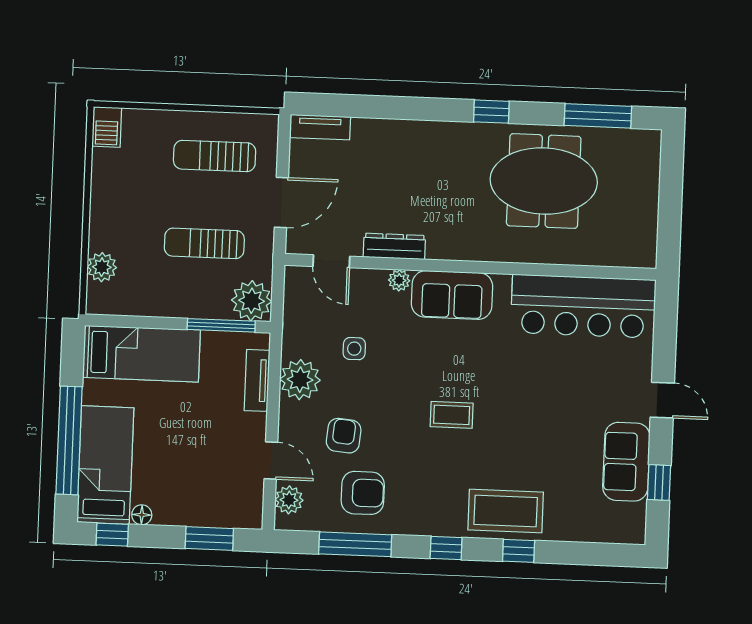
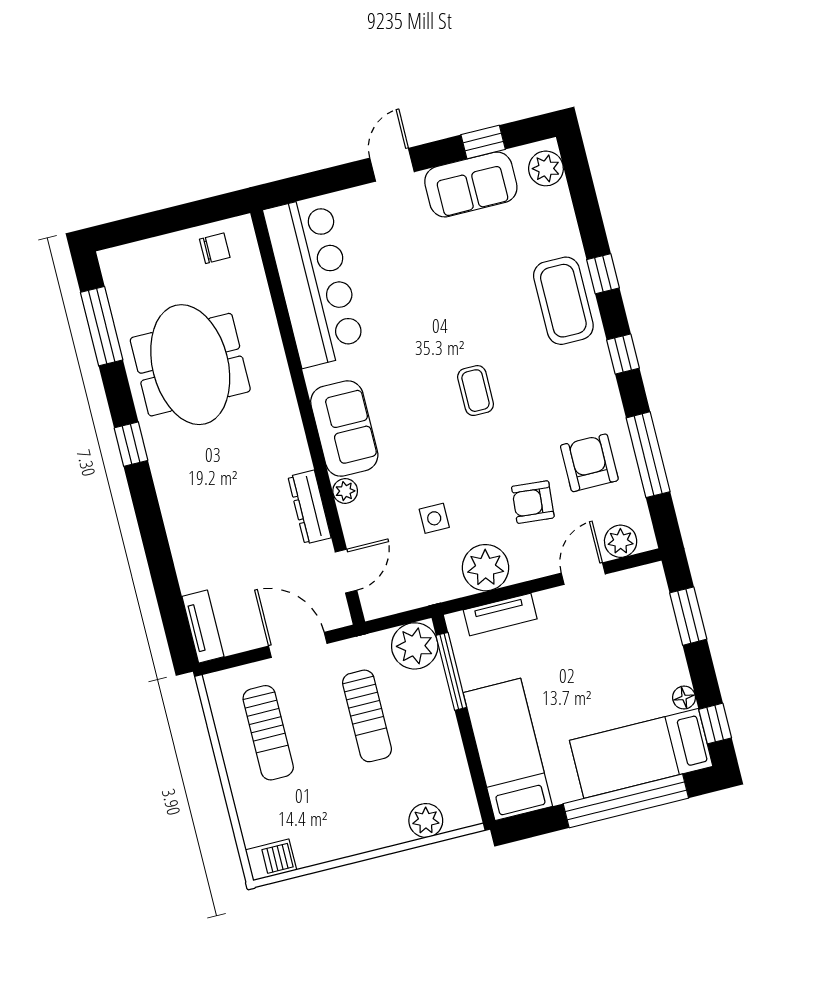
chair: (636, 230) -> (215, 248), added
plant: (621, 529) -> (546, 168), added

